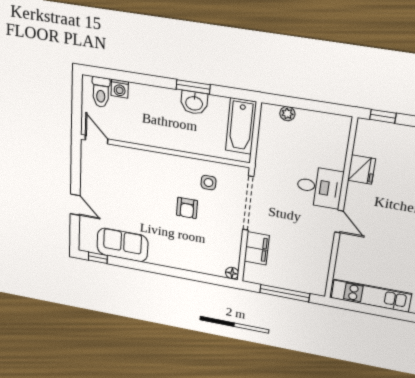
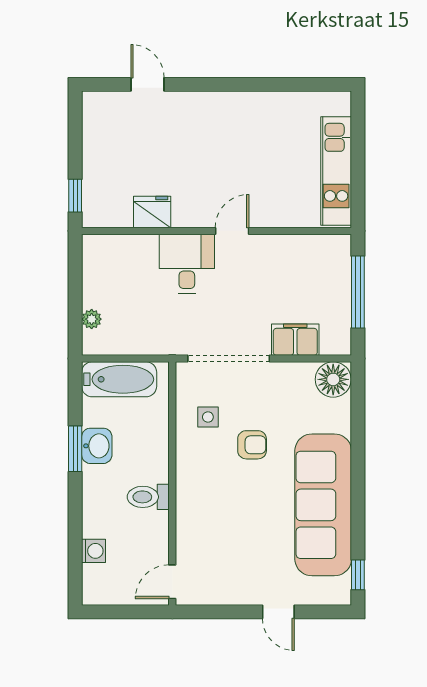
toilet: (101, 92) -> (148, 497), moved, turned 180
door: (75, 205) -> (278, 612), swing flipped
sofa: (122, 245) -> (323, 505), width x1.85, depth x1.27
floor lamp: (232, 273) -> (333, 379), width x1.89, depth x1.89

